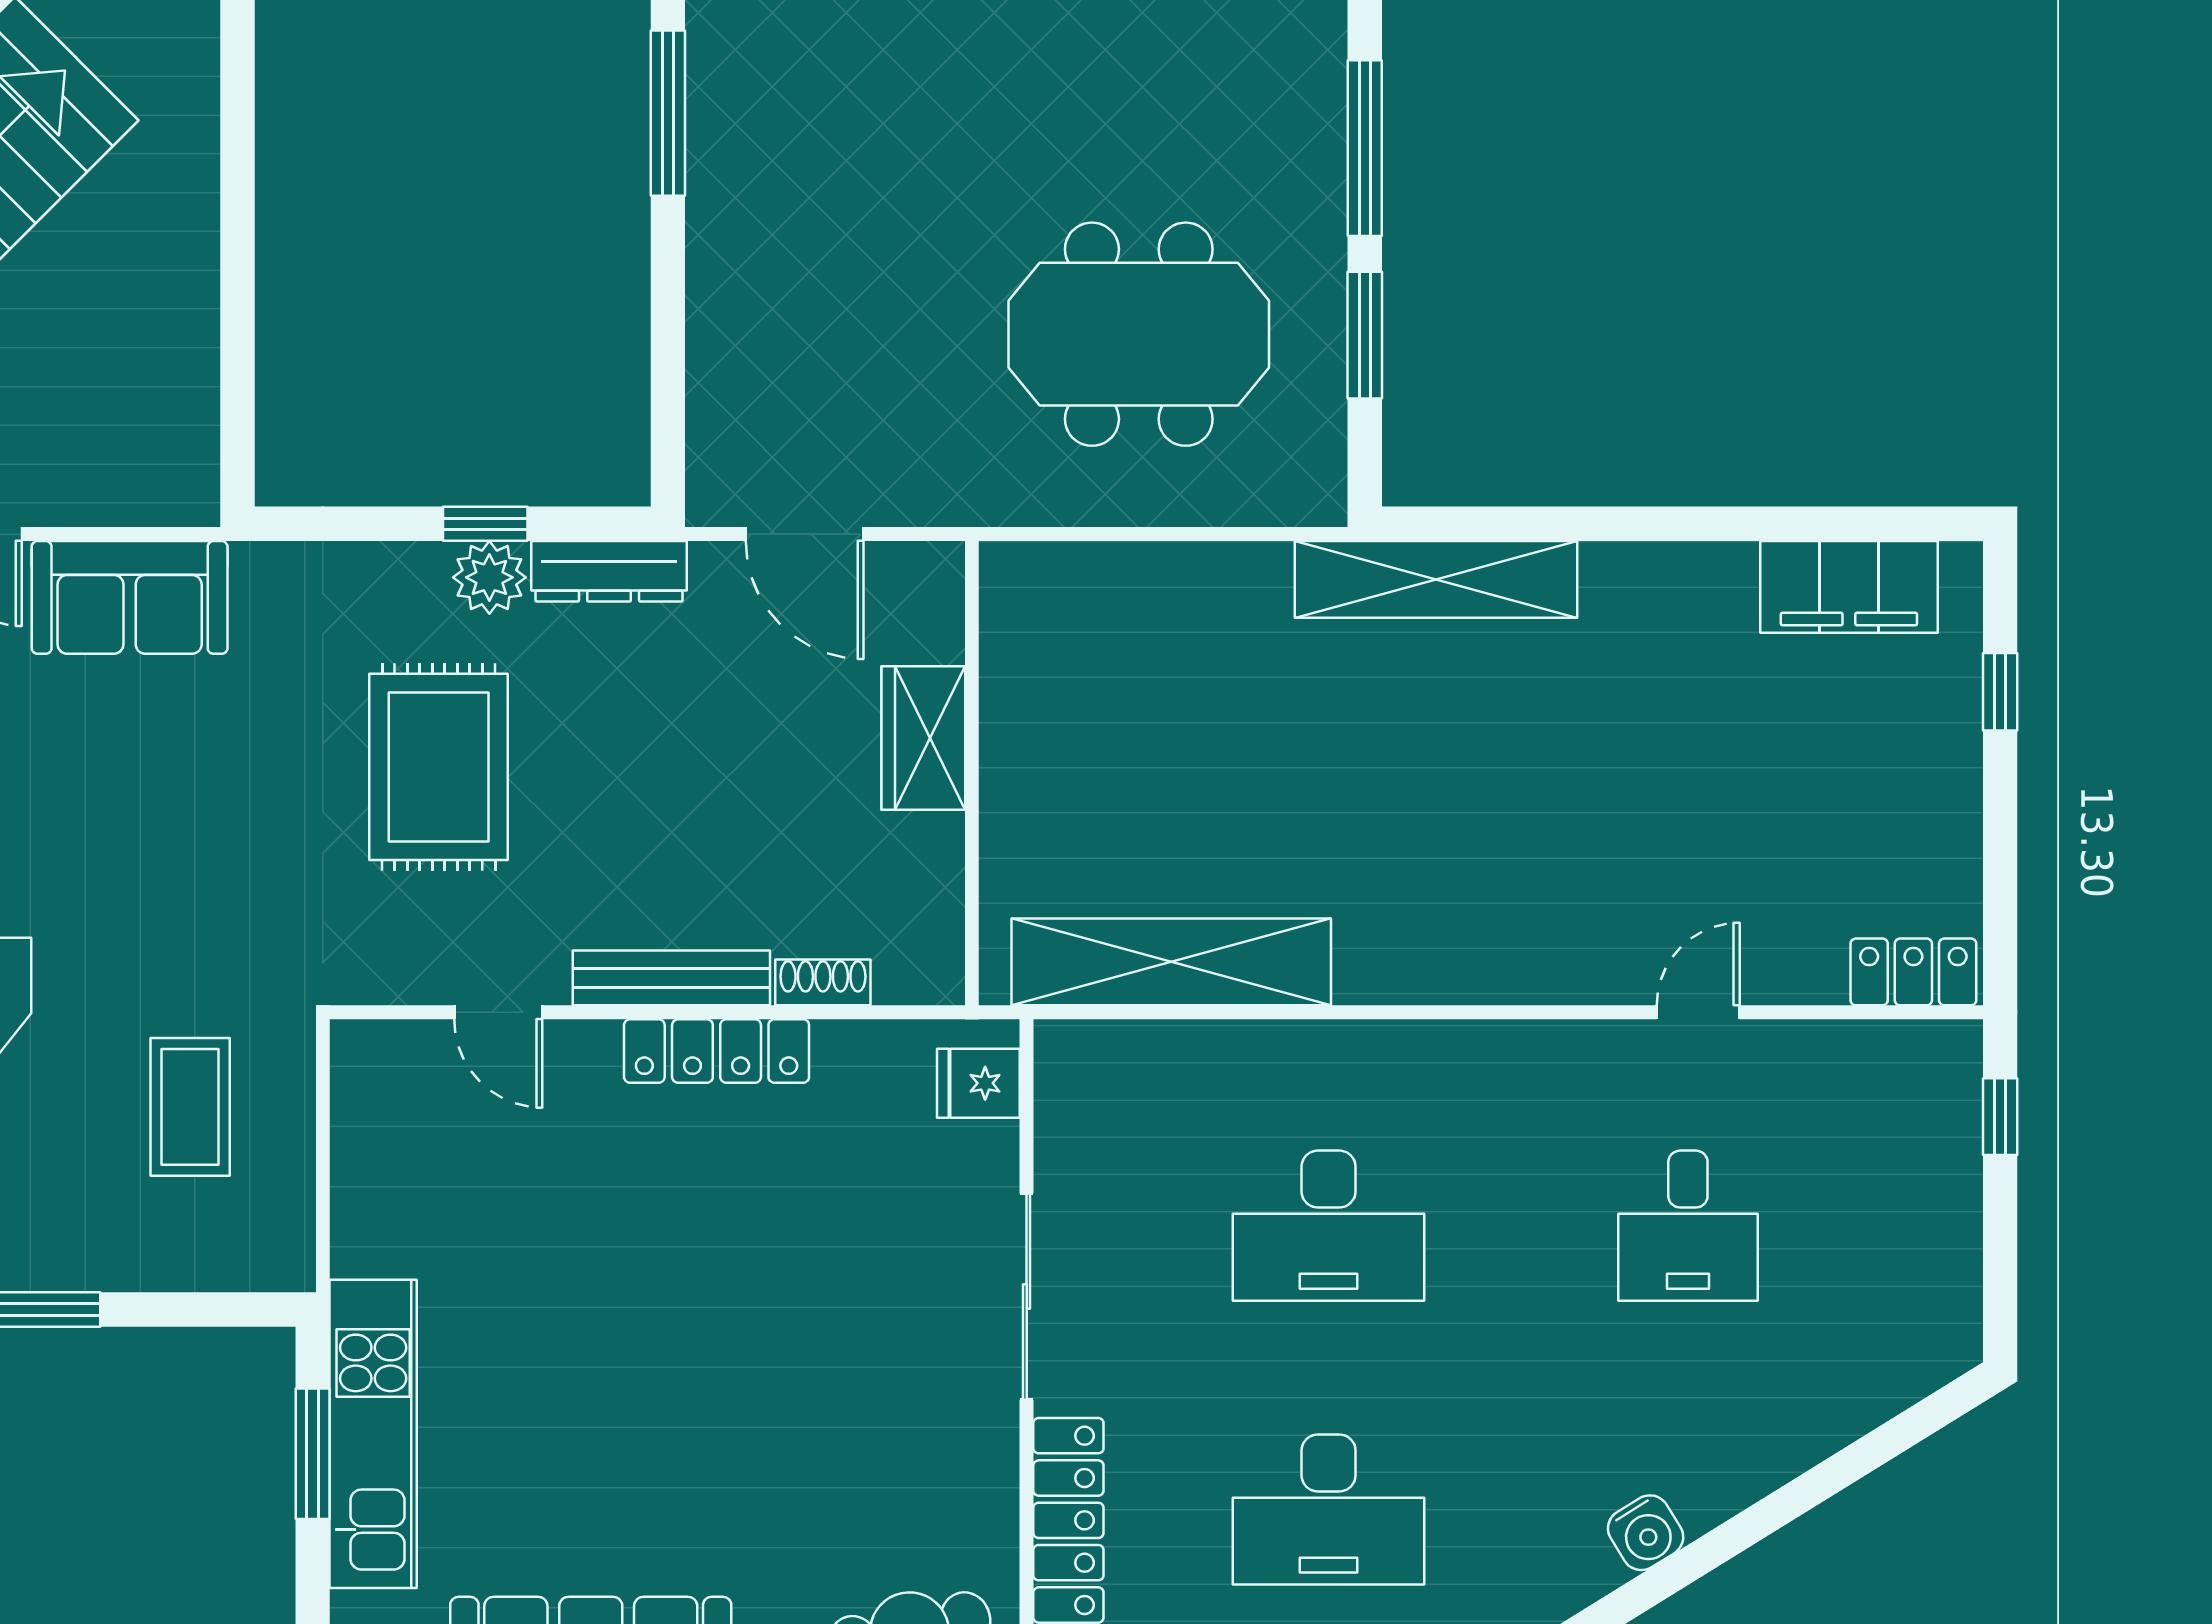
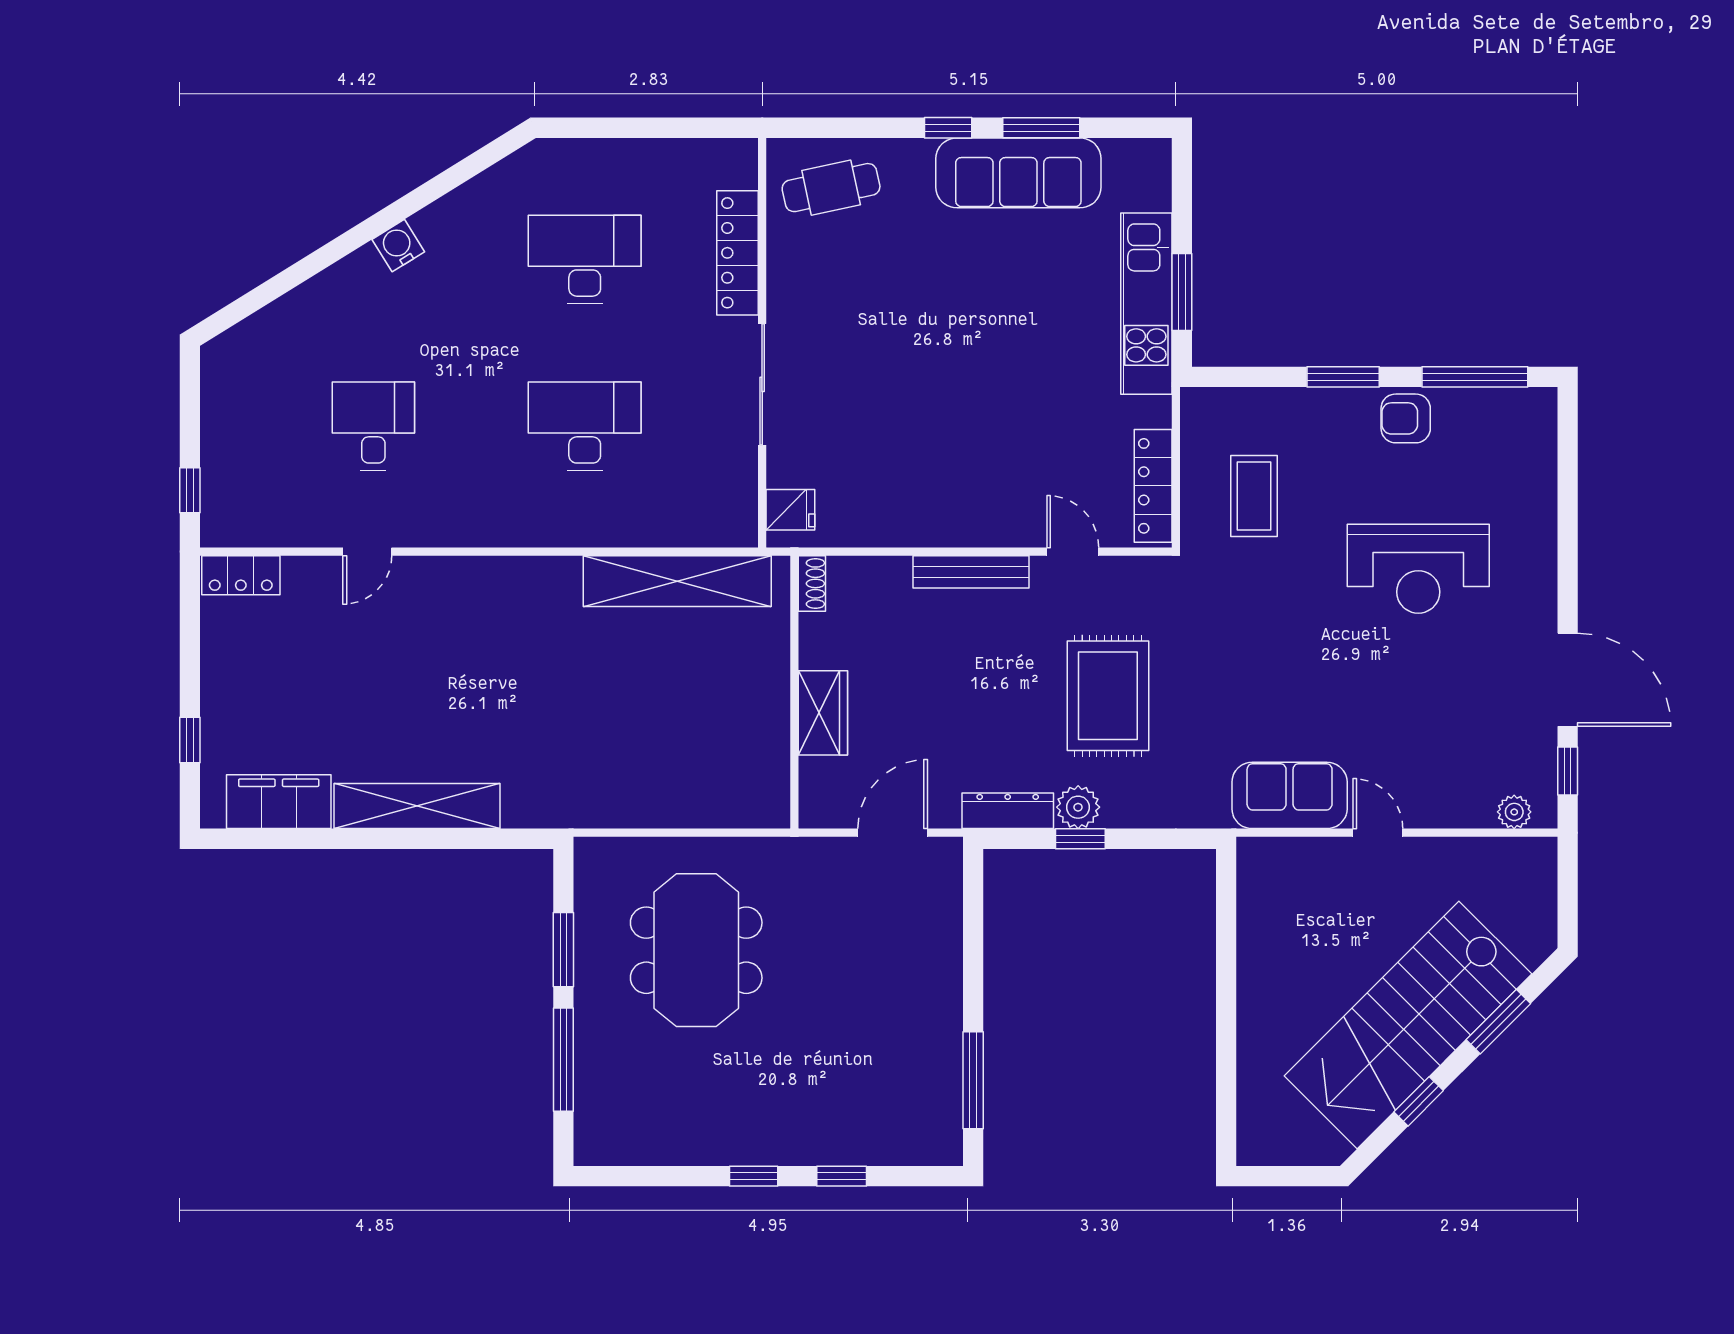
meeting table: (1139, 334) -> (696, 950), turned 90
door: (805, 534) -> (893, 833), hinge flipped
shelving: (1436, 579) -> (417, 806), moved
shoe rack: (823, 982) -> (812, 583), moved, turned -90
locker: (717, 1051) -> (1153, 486), moved, turned -90

